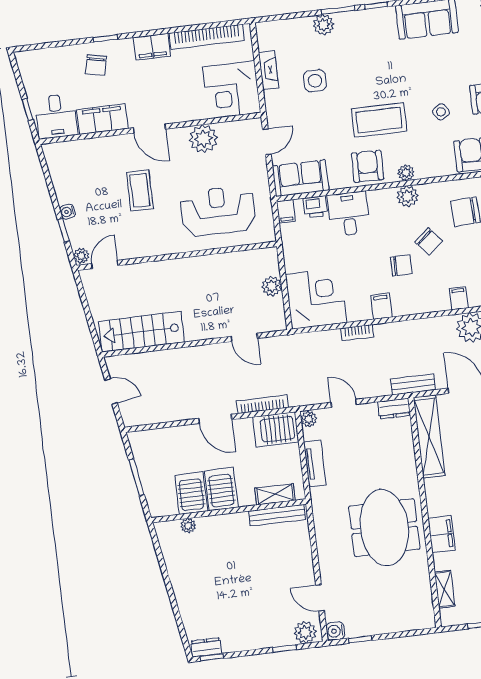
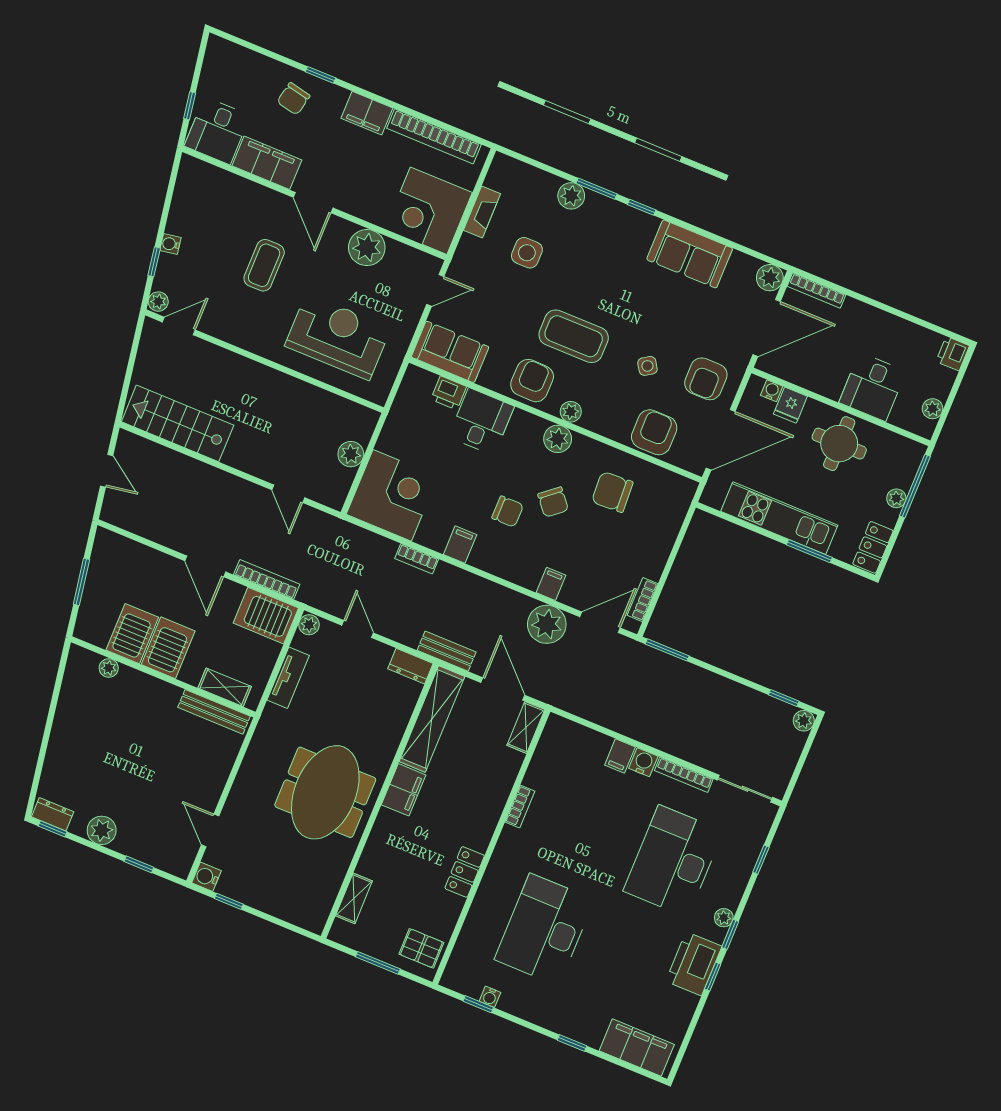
filing cabinet: (286, 211) -> (413, 380), removed
filing cabinet: (442, 534) -> (404, 790), moved
plant: (305, 632) -> (102, 830), moved

